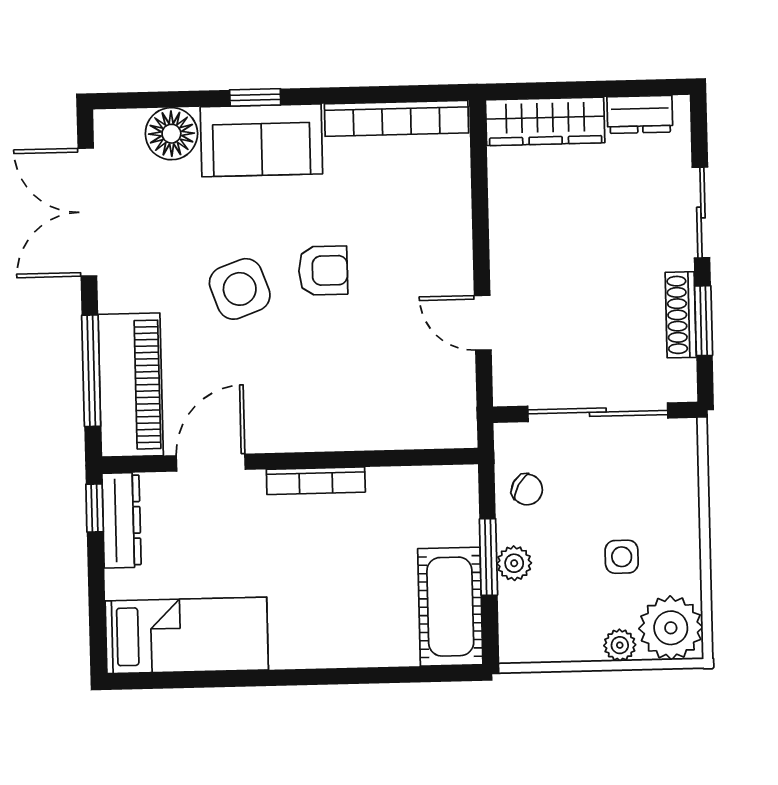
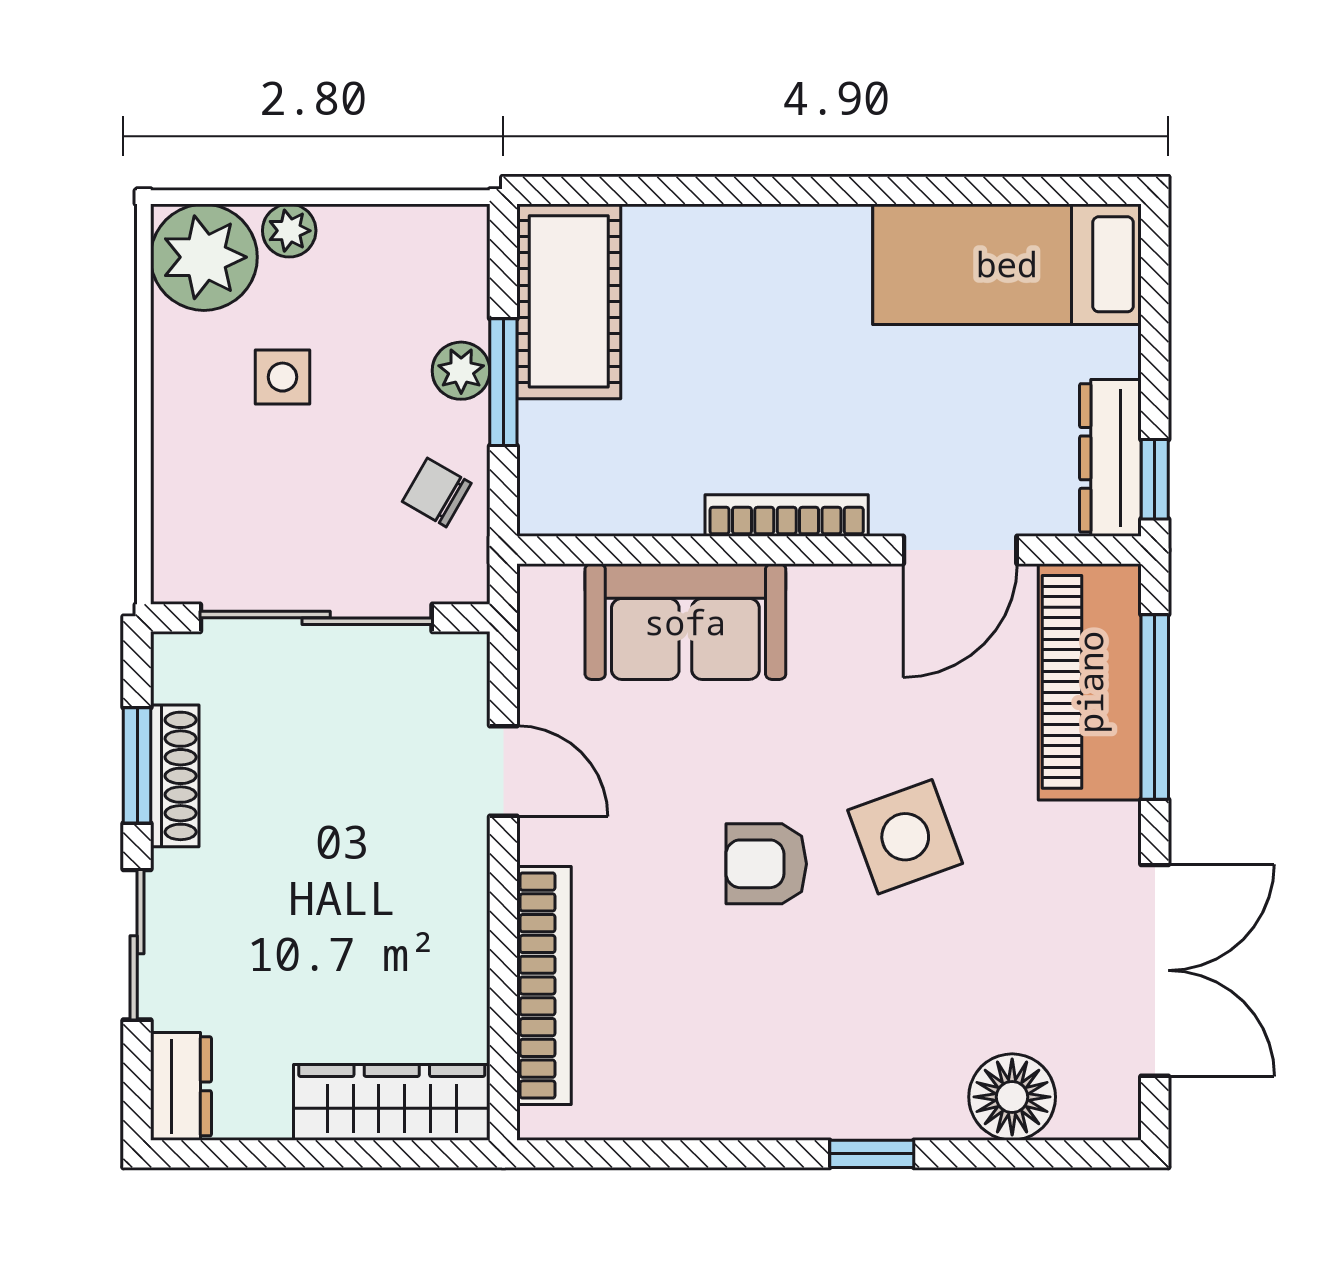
dresser: (640, 114) -> (181, 1086), moved, turned 90
bookcase: (396, 118) -> (544, 986), moved, turned 90
sofa: (261, 140) -> (685, 622), moved, turned 180

